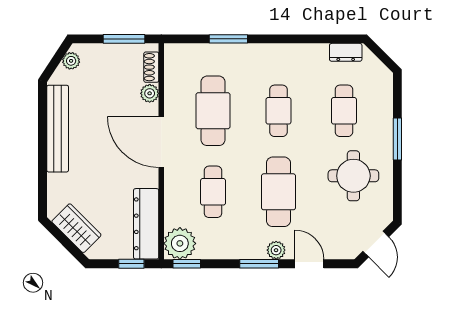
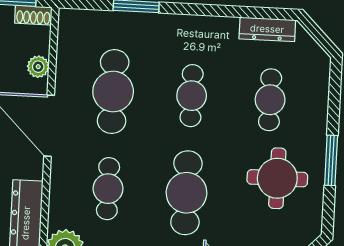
dresser: (346, 52) -> (267, 29), width x1.44
shoe rack: (151, 67) -> (33, 15), moved, turned -90
window: (397, 139) -> (331, 160), moved

